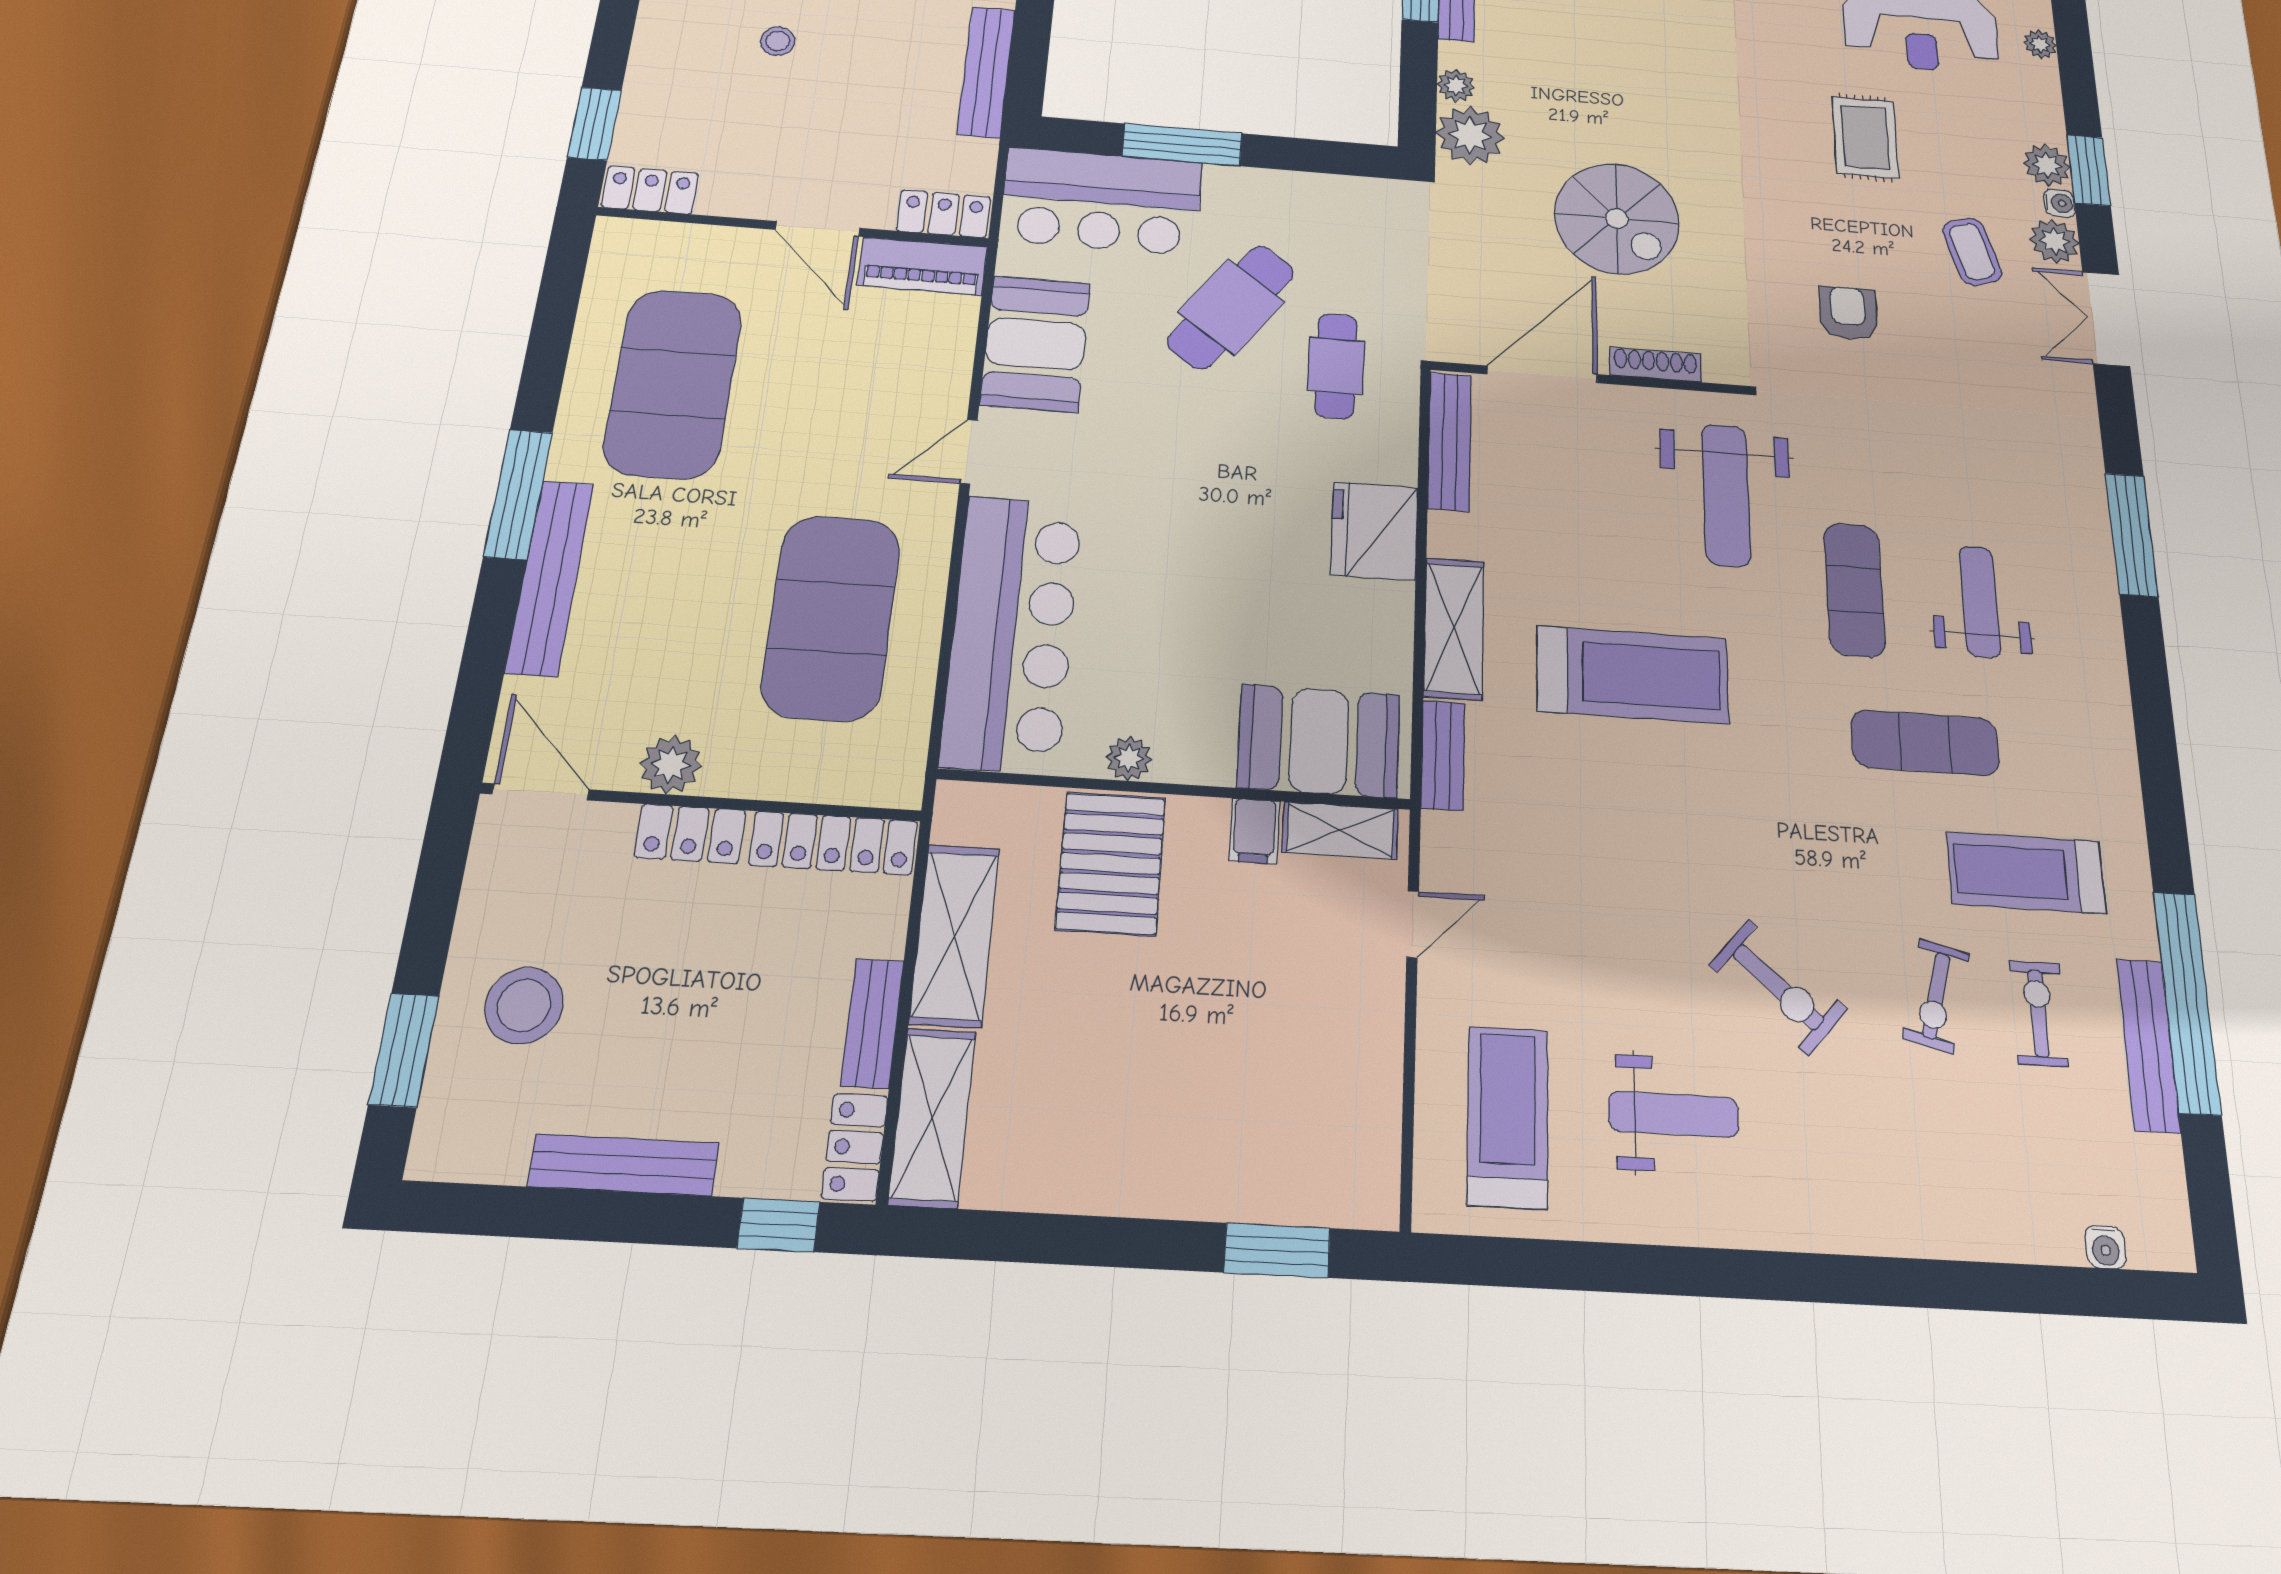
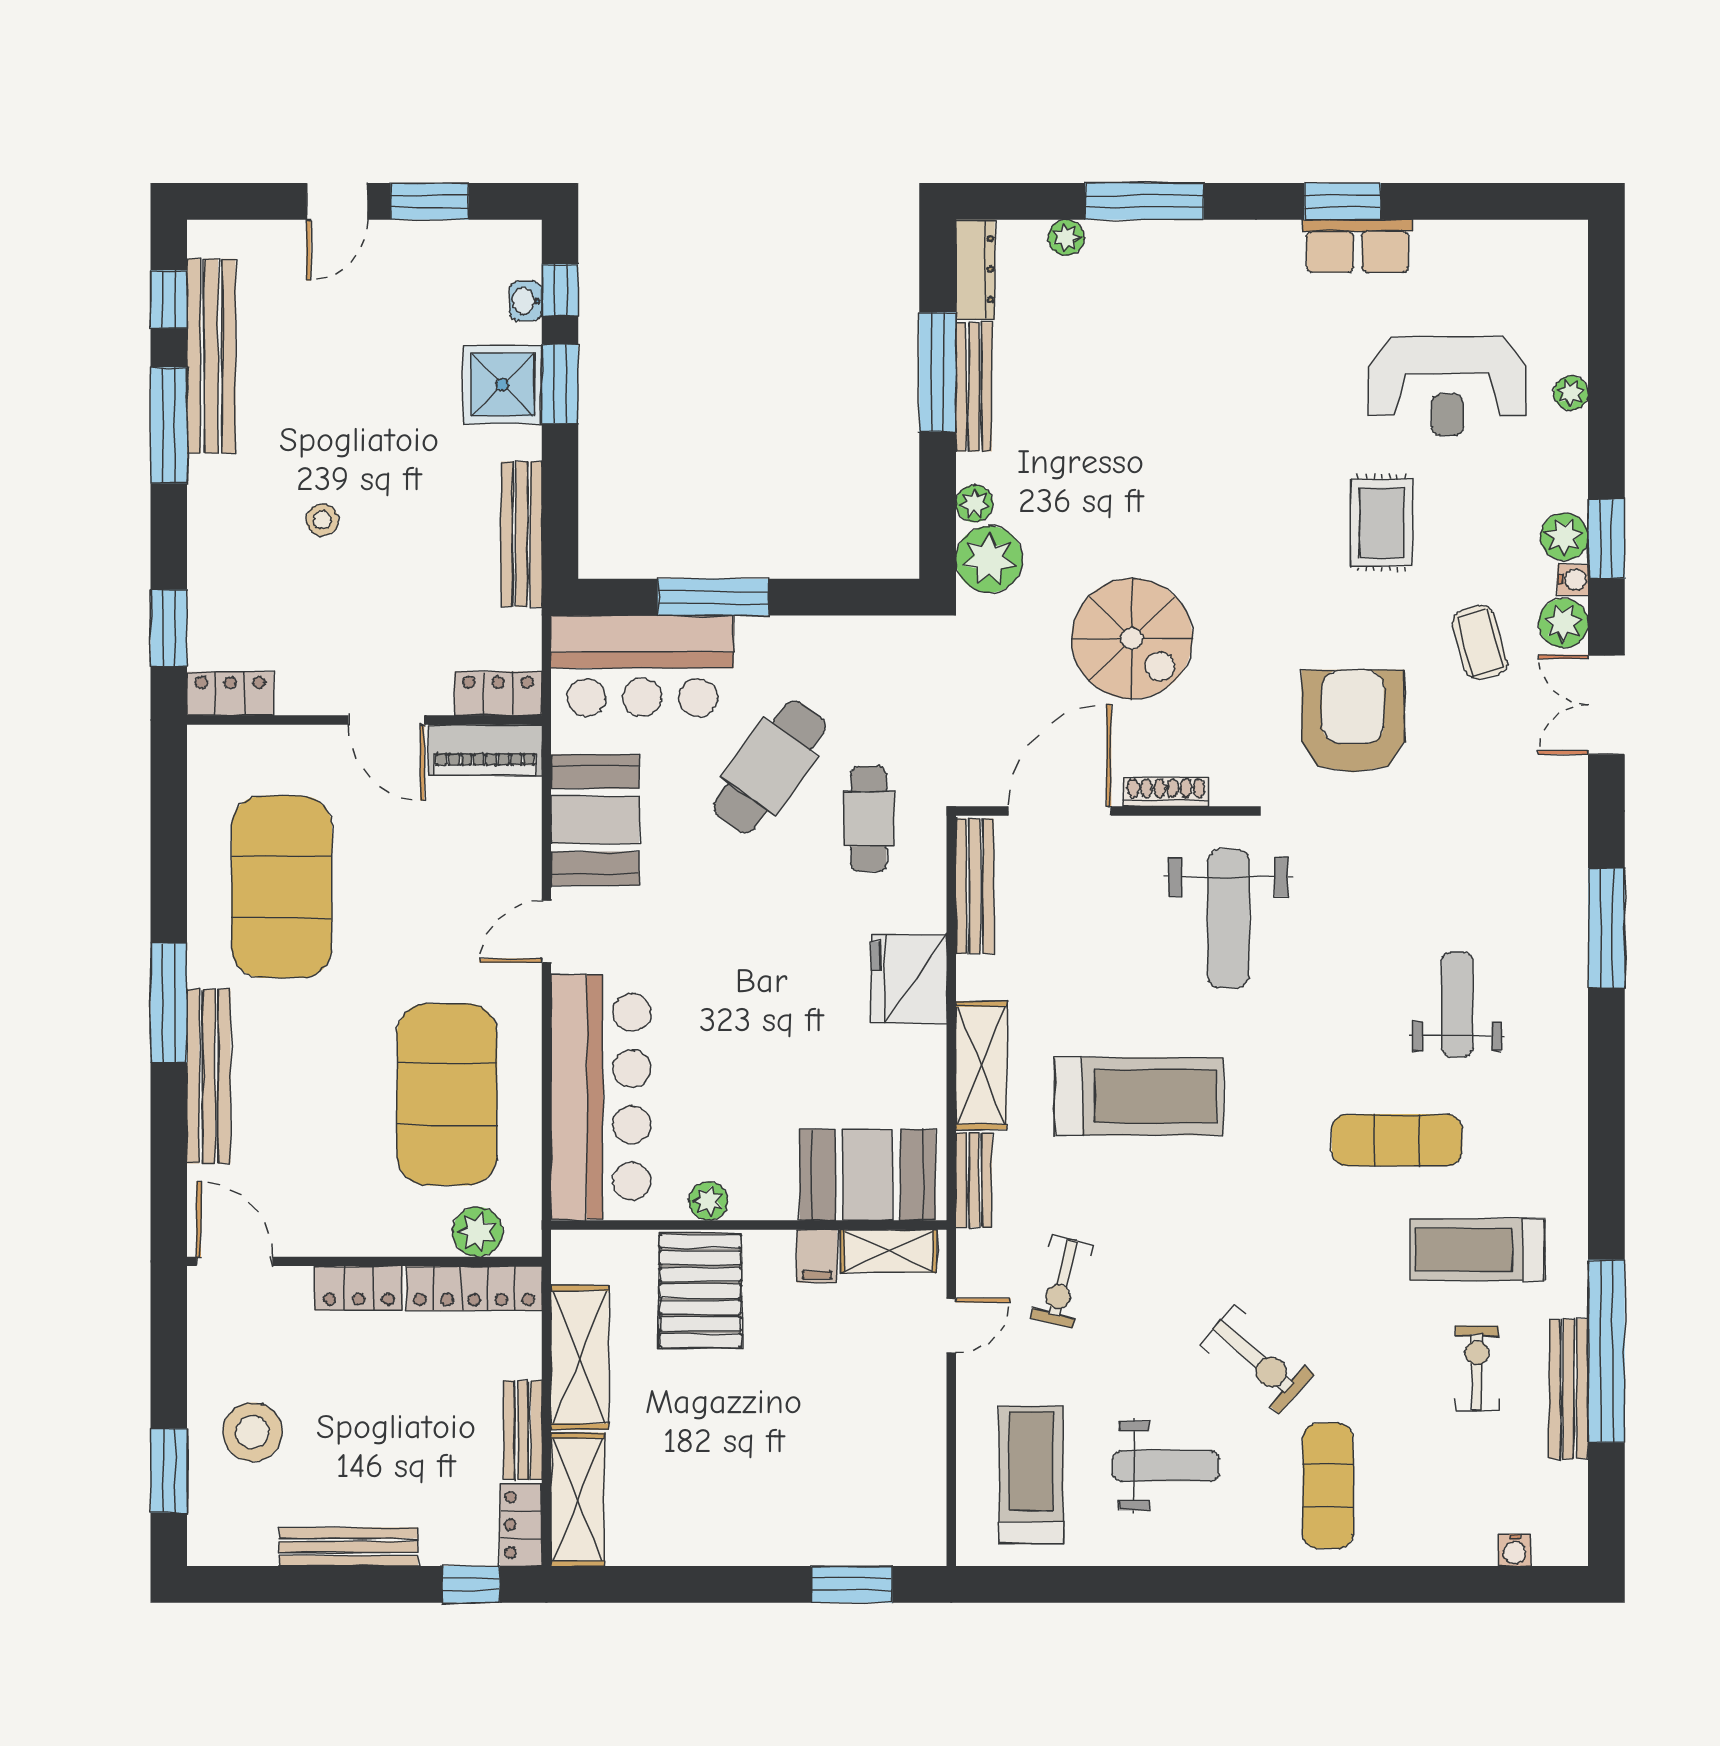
armchair: (1848, 313) -> (1353, 721), width x1.88, depth x1.88
exercise mat: (1854, 590) -> (1328, 1486), moved
plant: (671, 765) -> (478, 1232), moved
exercise bike: (1936, 996) -> (1062, 1282), moved

